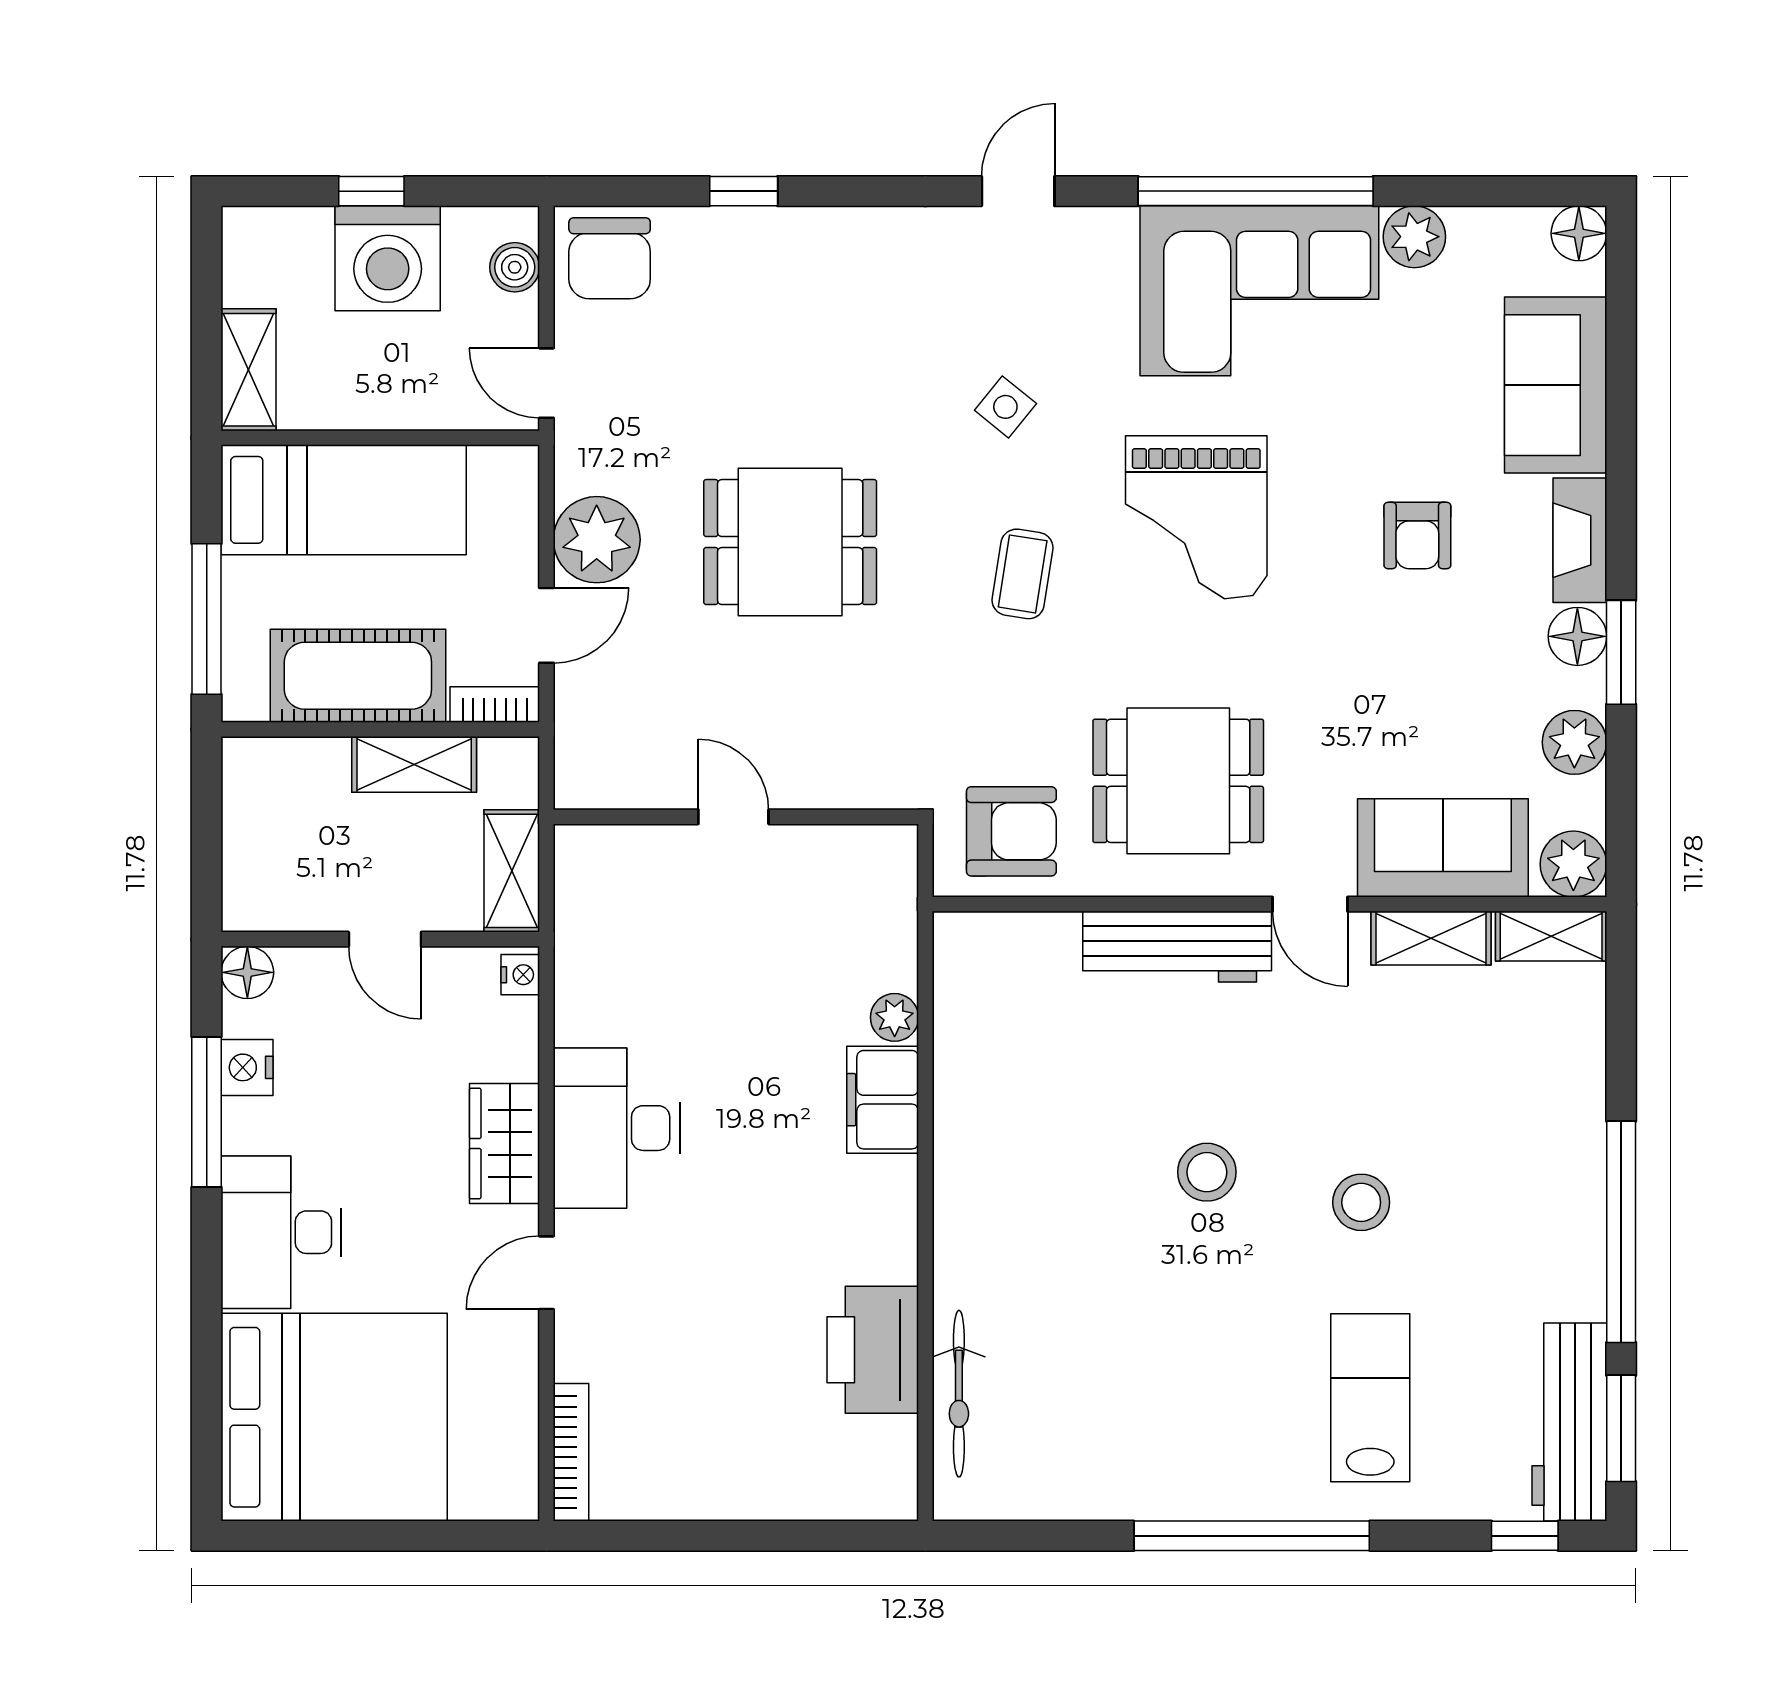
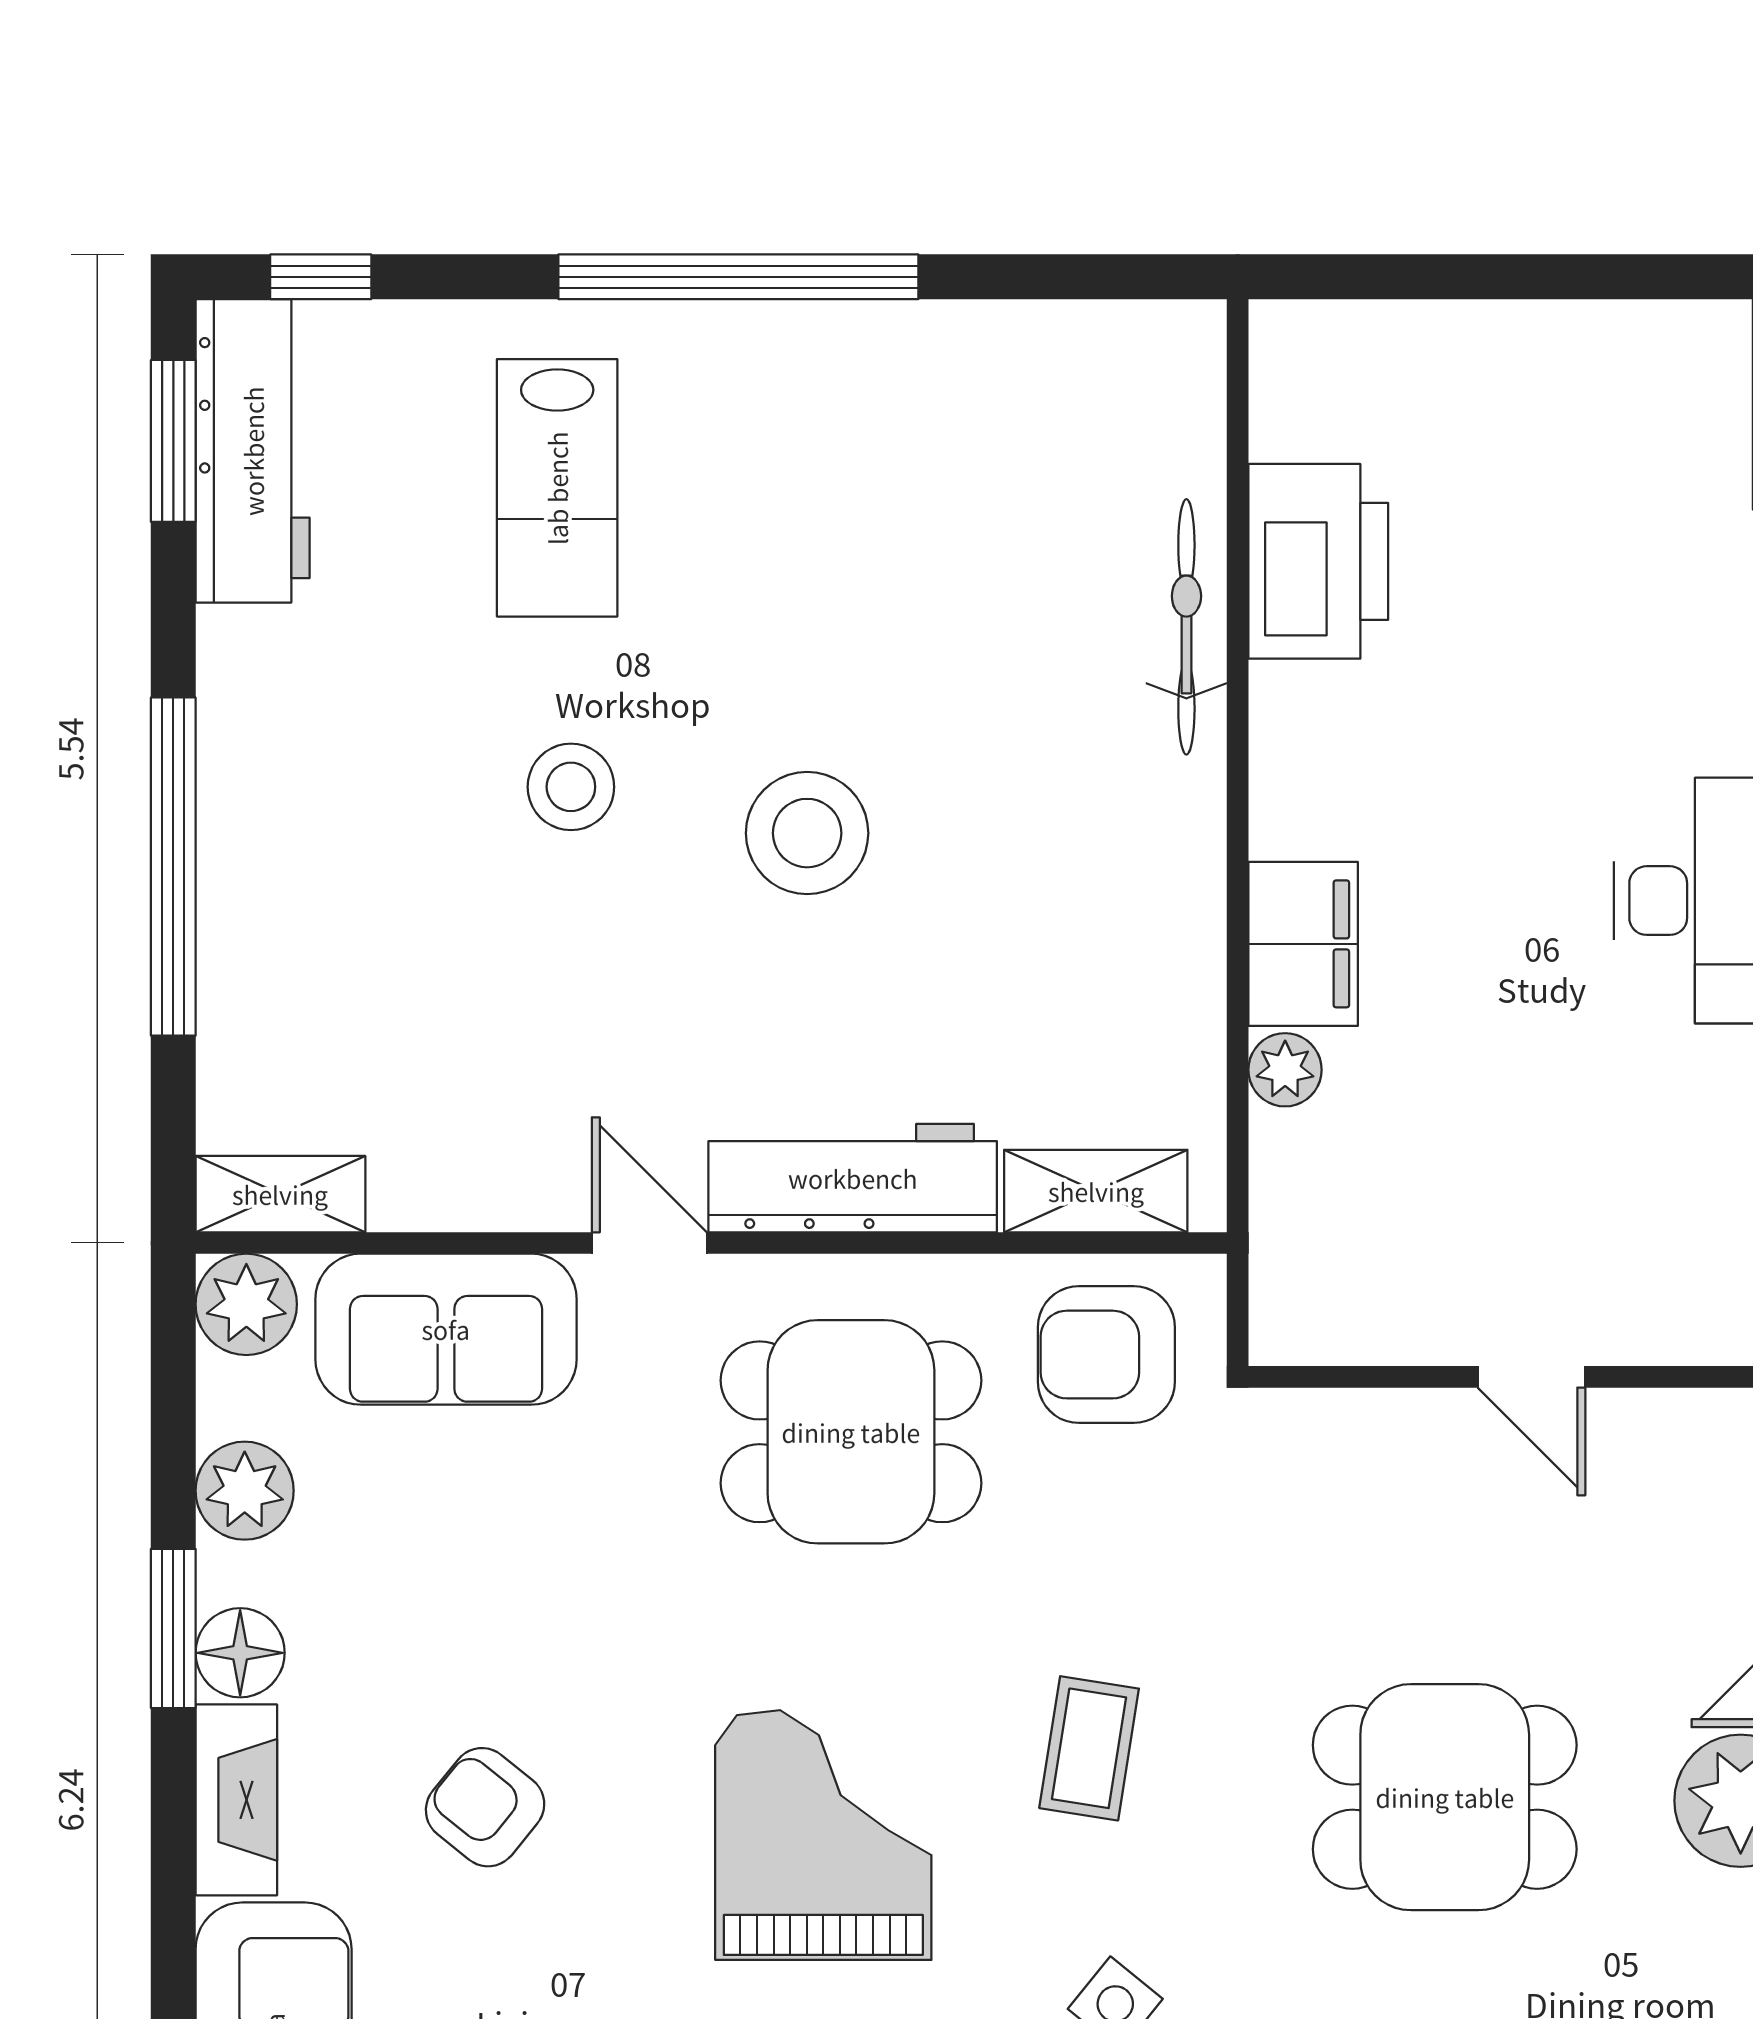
armchair: (1417, 535) -> (485, 1807), turned -51
shelving: (1431, 938) -> (1096, 1191), moved
stool: (1207, 1172) -> (807, 833), width x1.38, depth x1.38
window: (1621, 1232) -> (173, 867), moved
bicycle: (959, 1394) -> (1186, 627), moved

